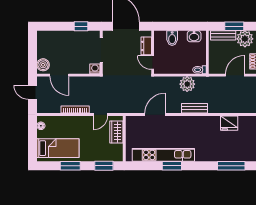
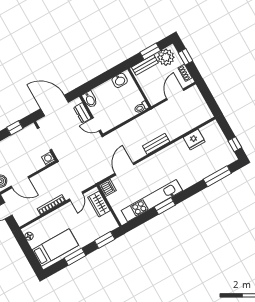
bidet: (172, 38) -> (90, 99), moved
plant: (187, 84) -> (138, 126), removed
dishwasher: (132, 122) -> (108, 188), added

